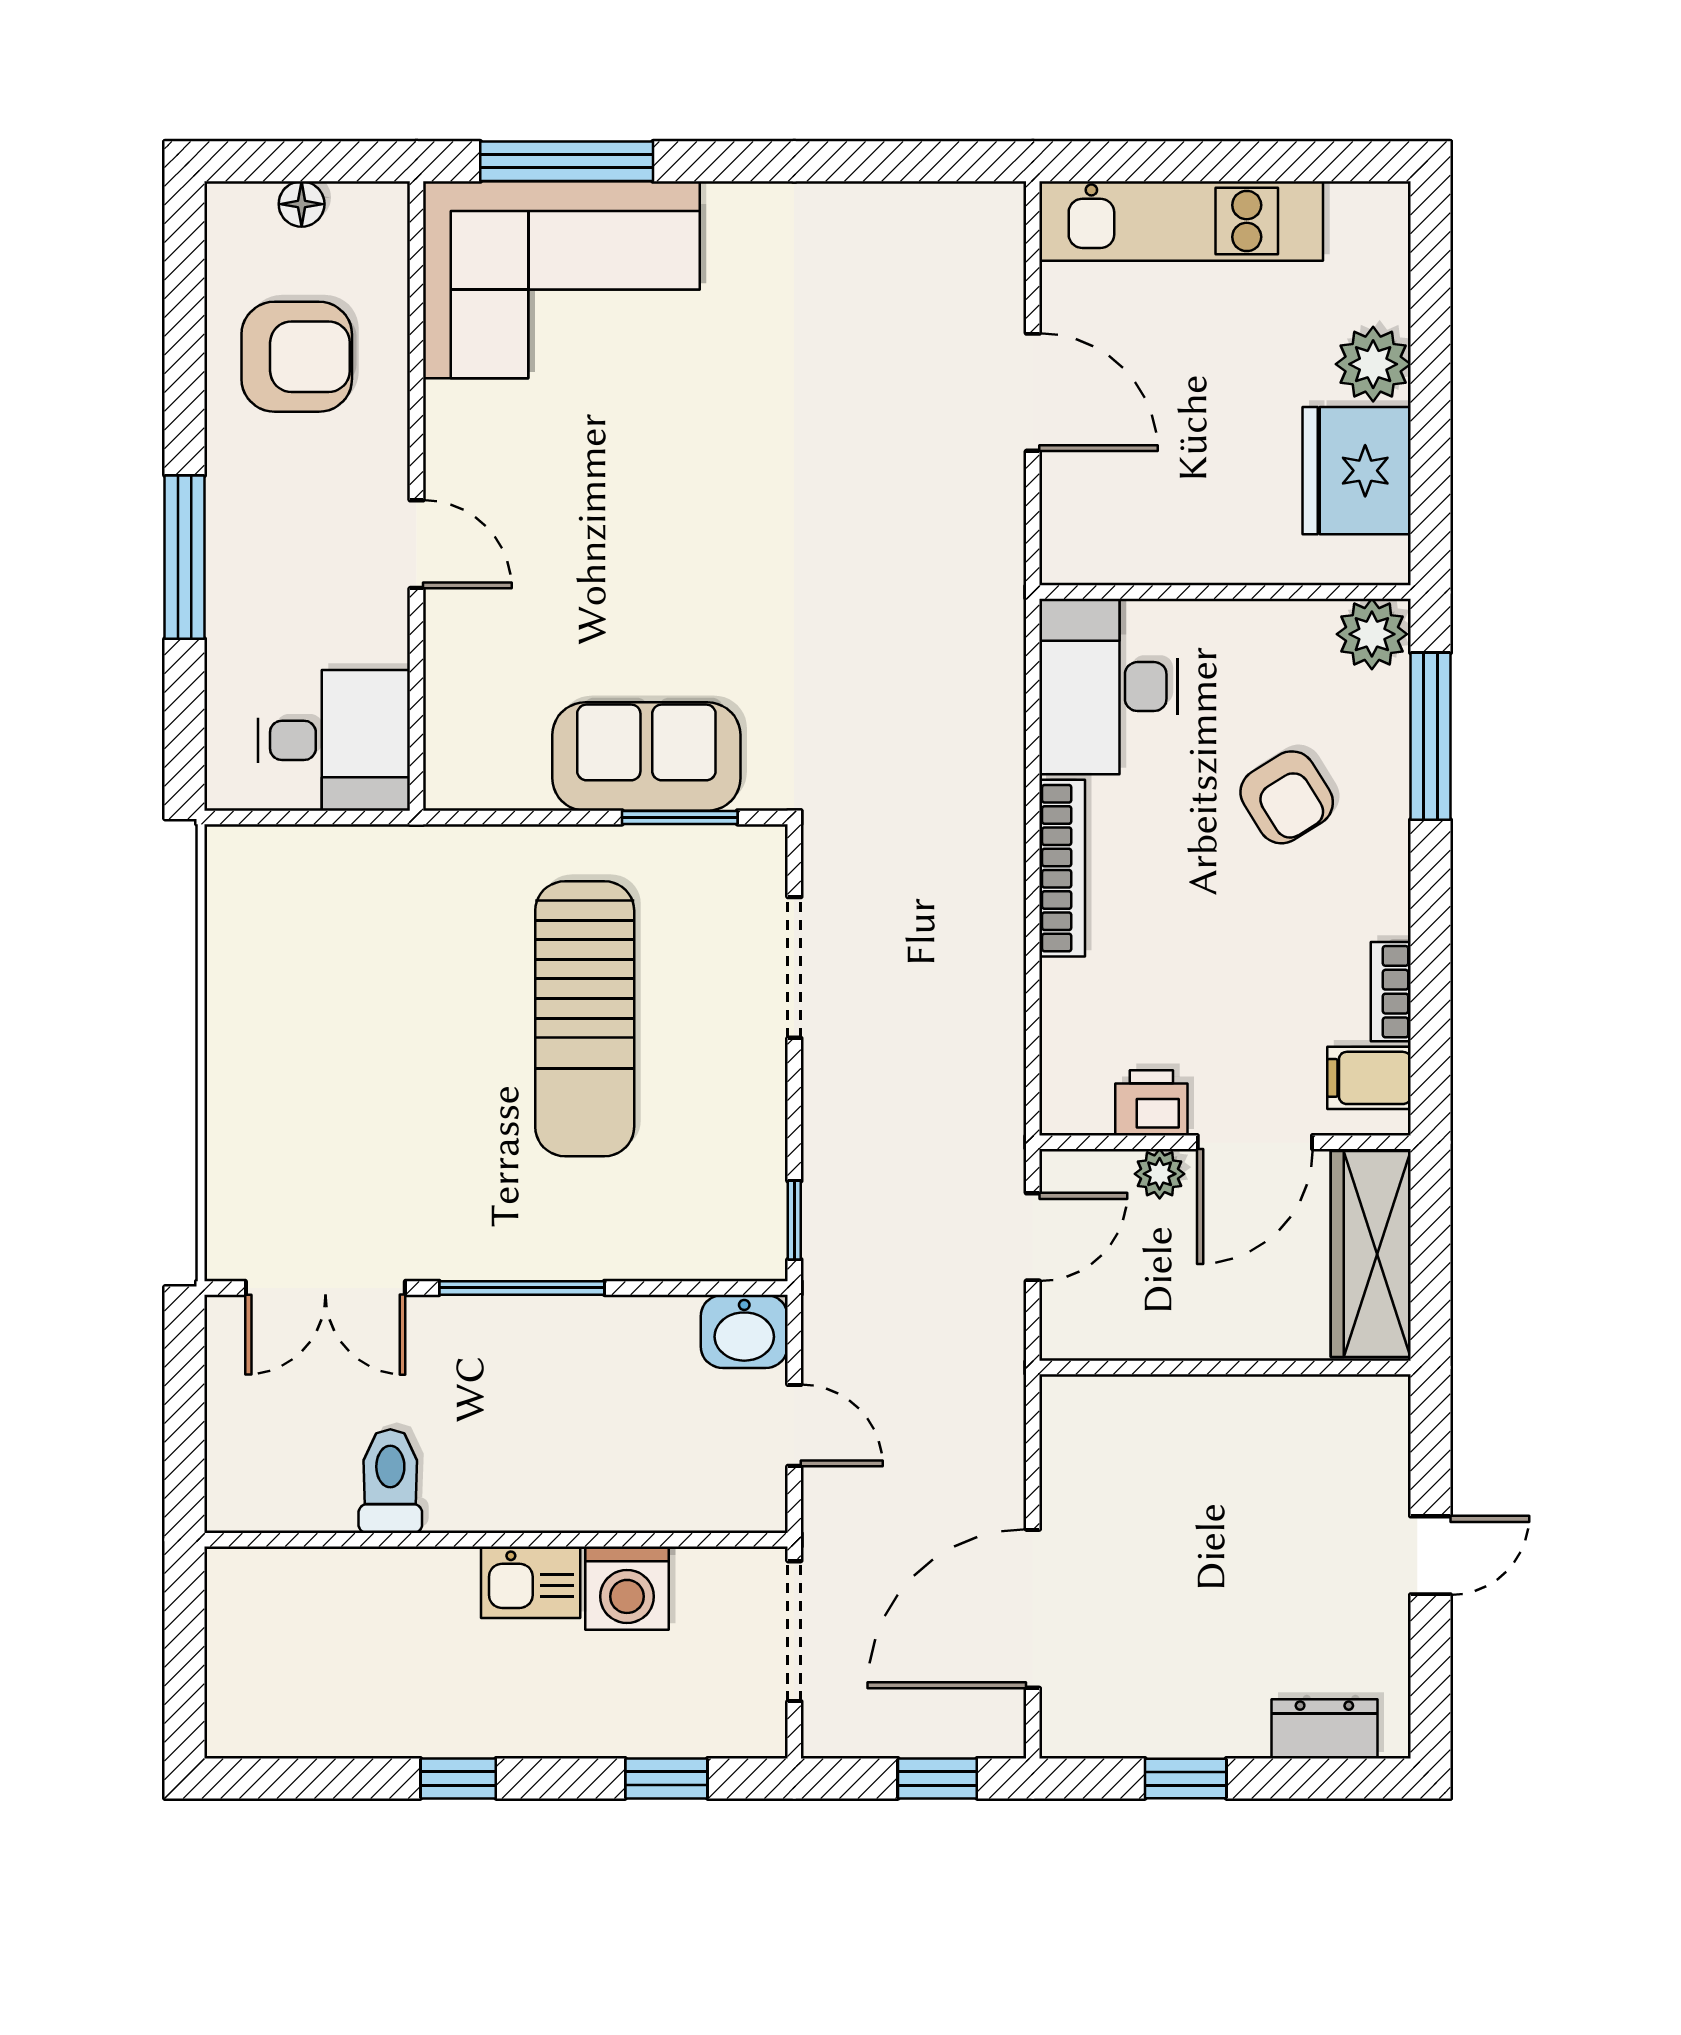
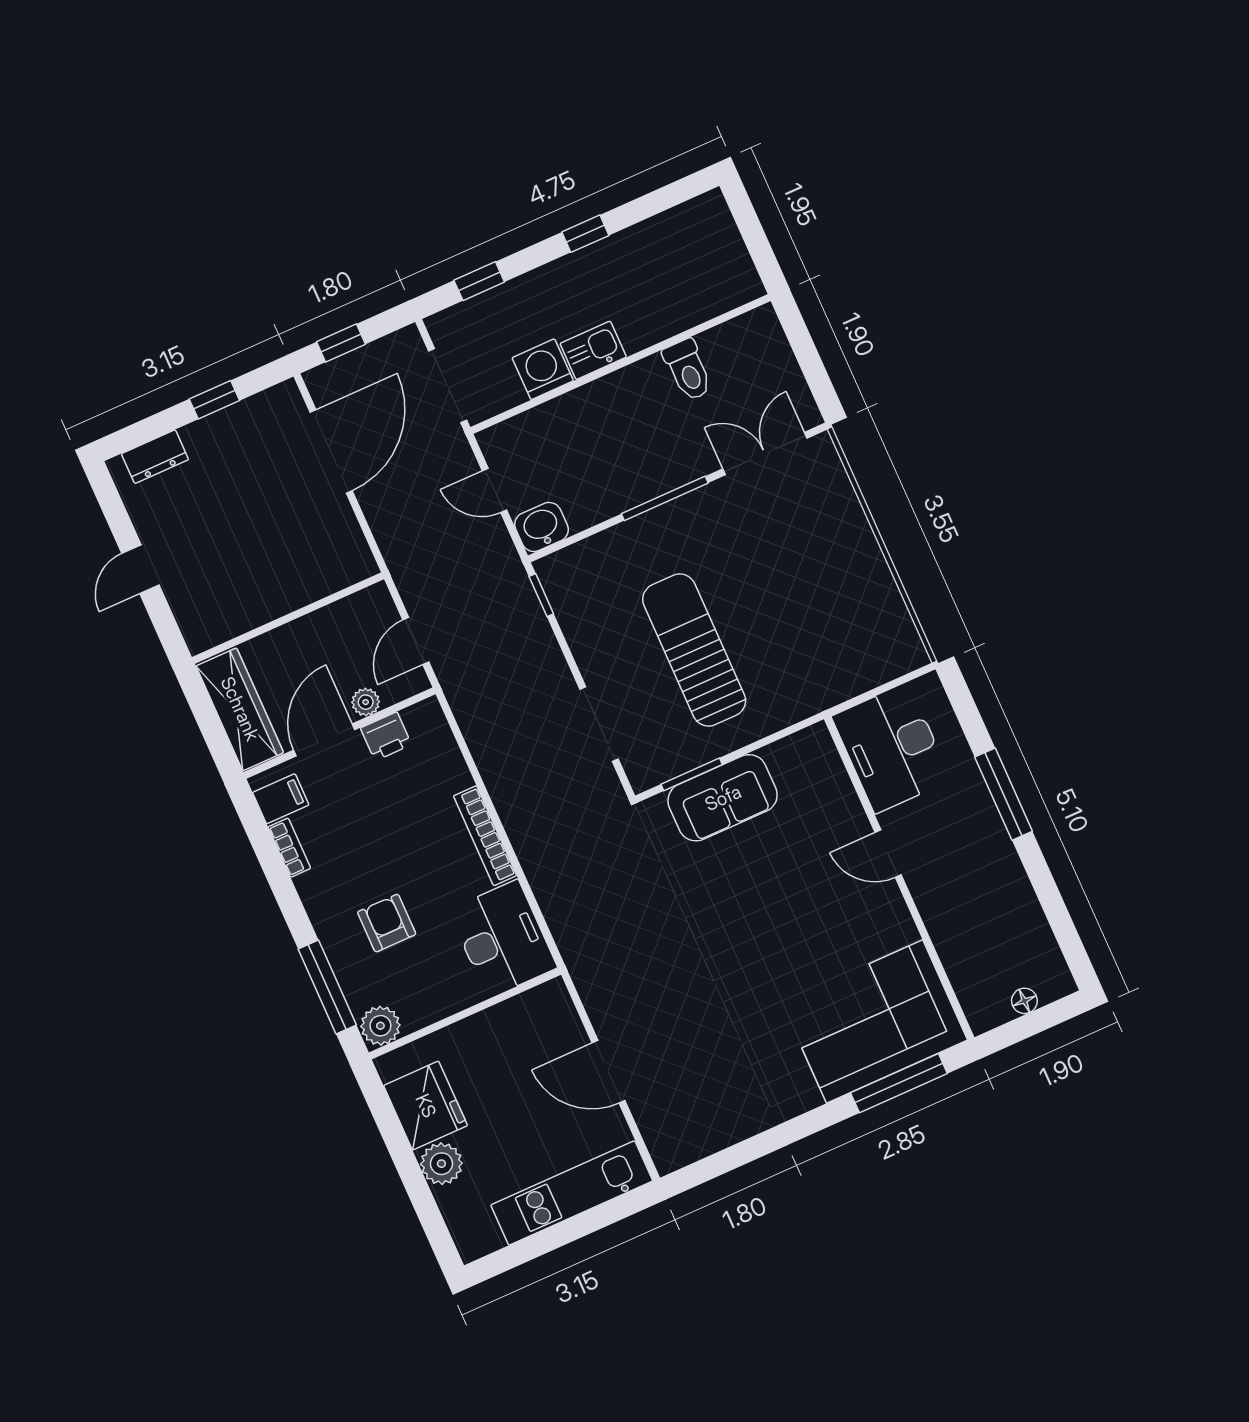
armchair: (297, 357) -> (992, 922), removed
desk: (334, 740) -> (892, 748), width x1.37
armchair: (1287, 797) -> (387, 923), turned 32

